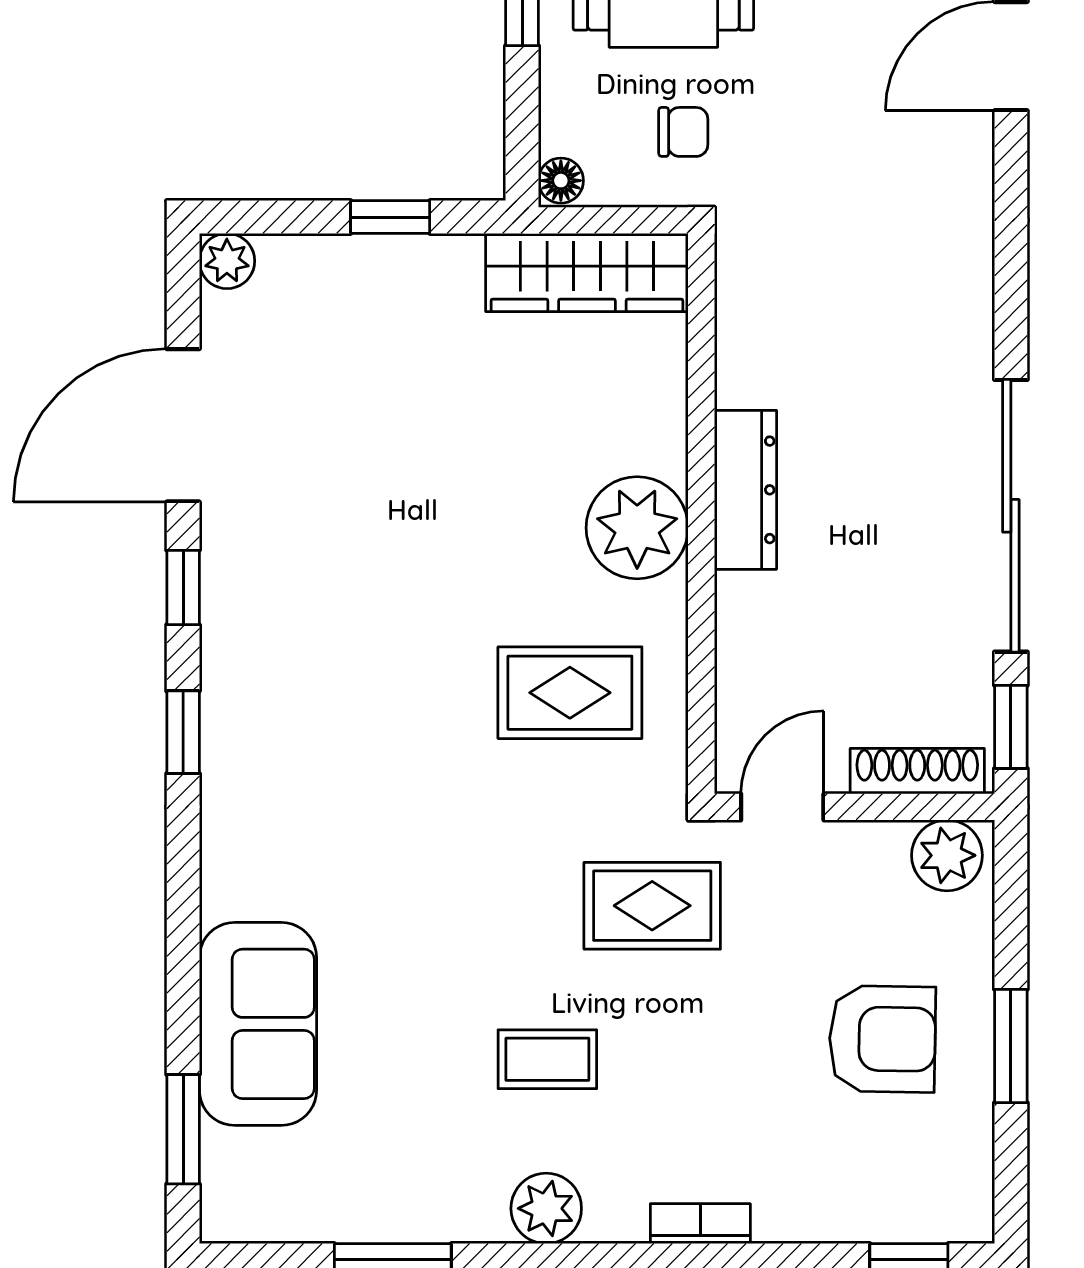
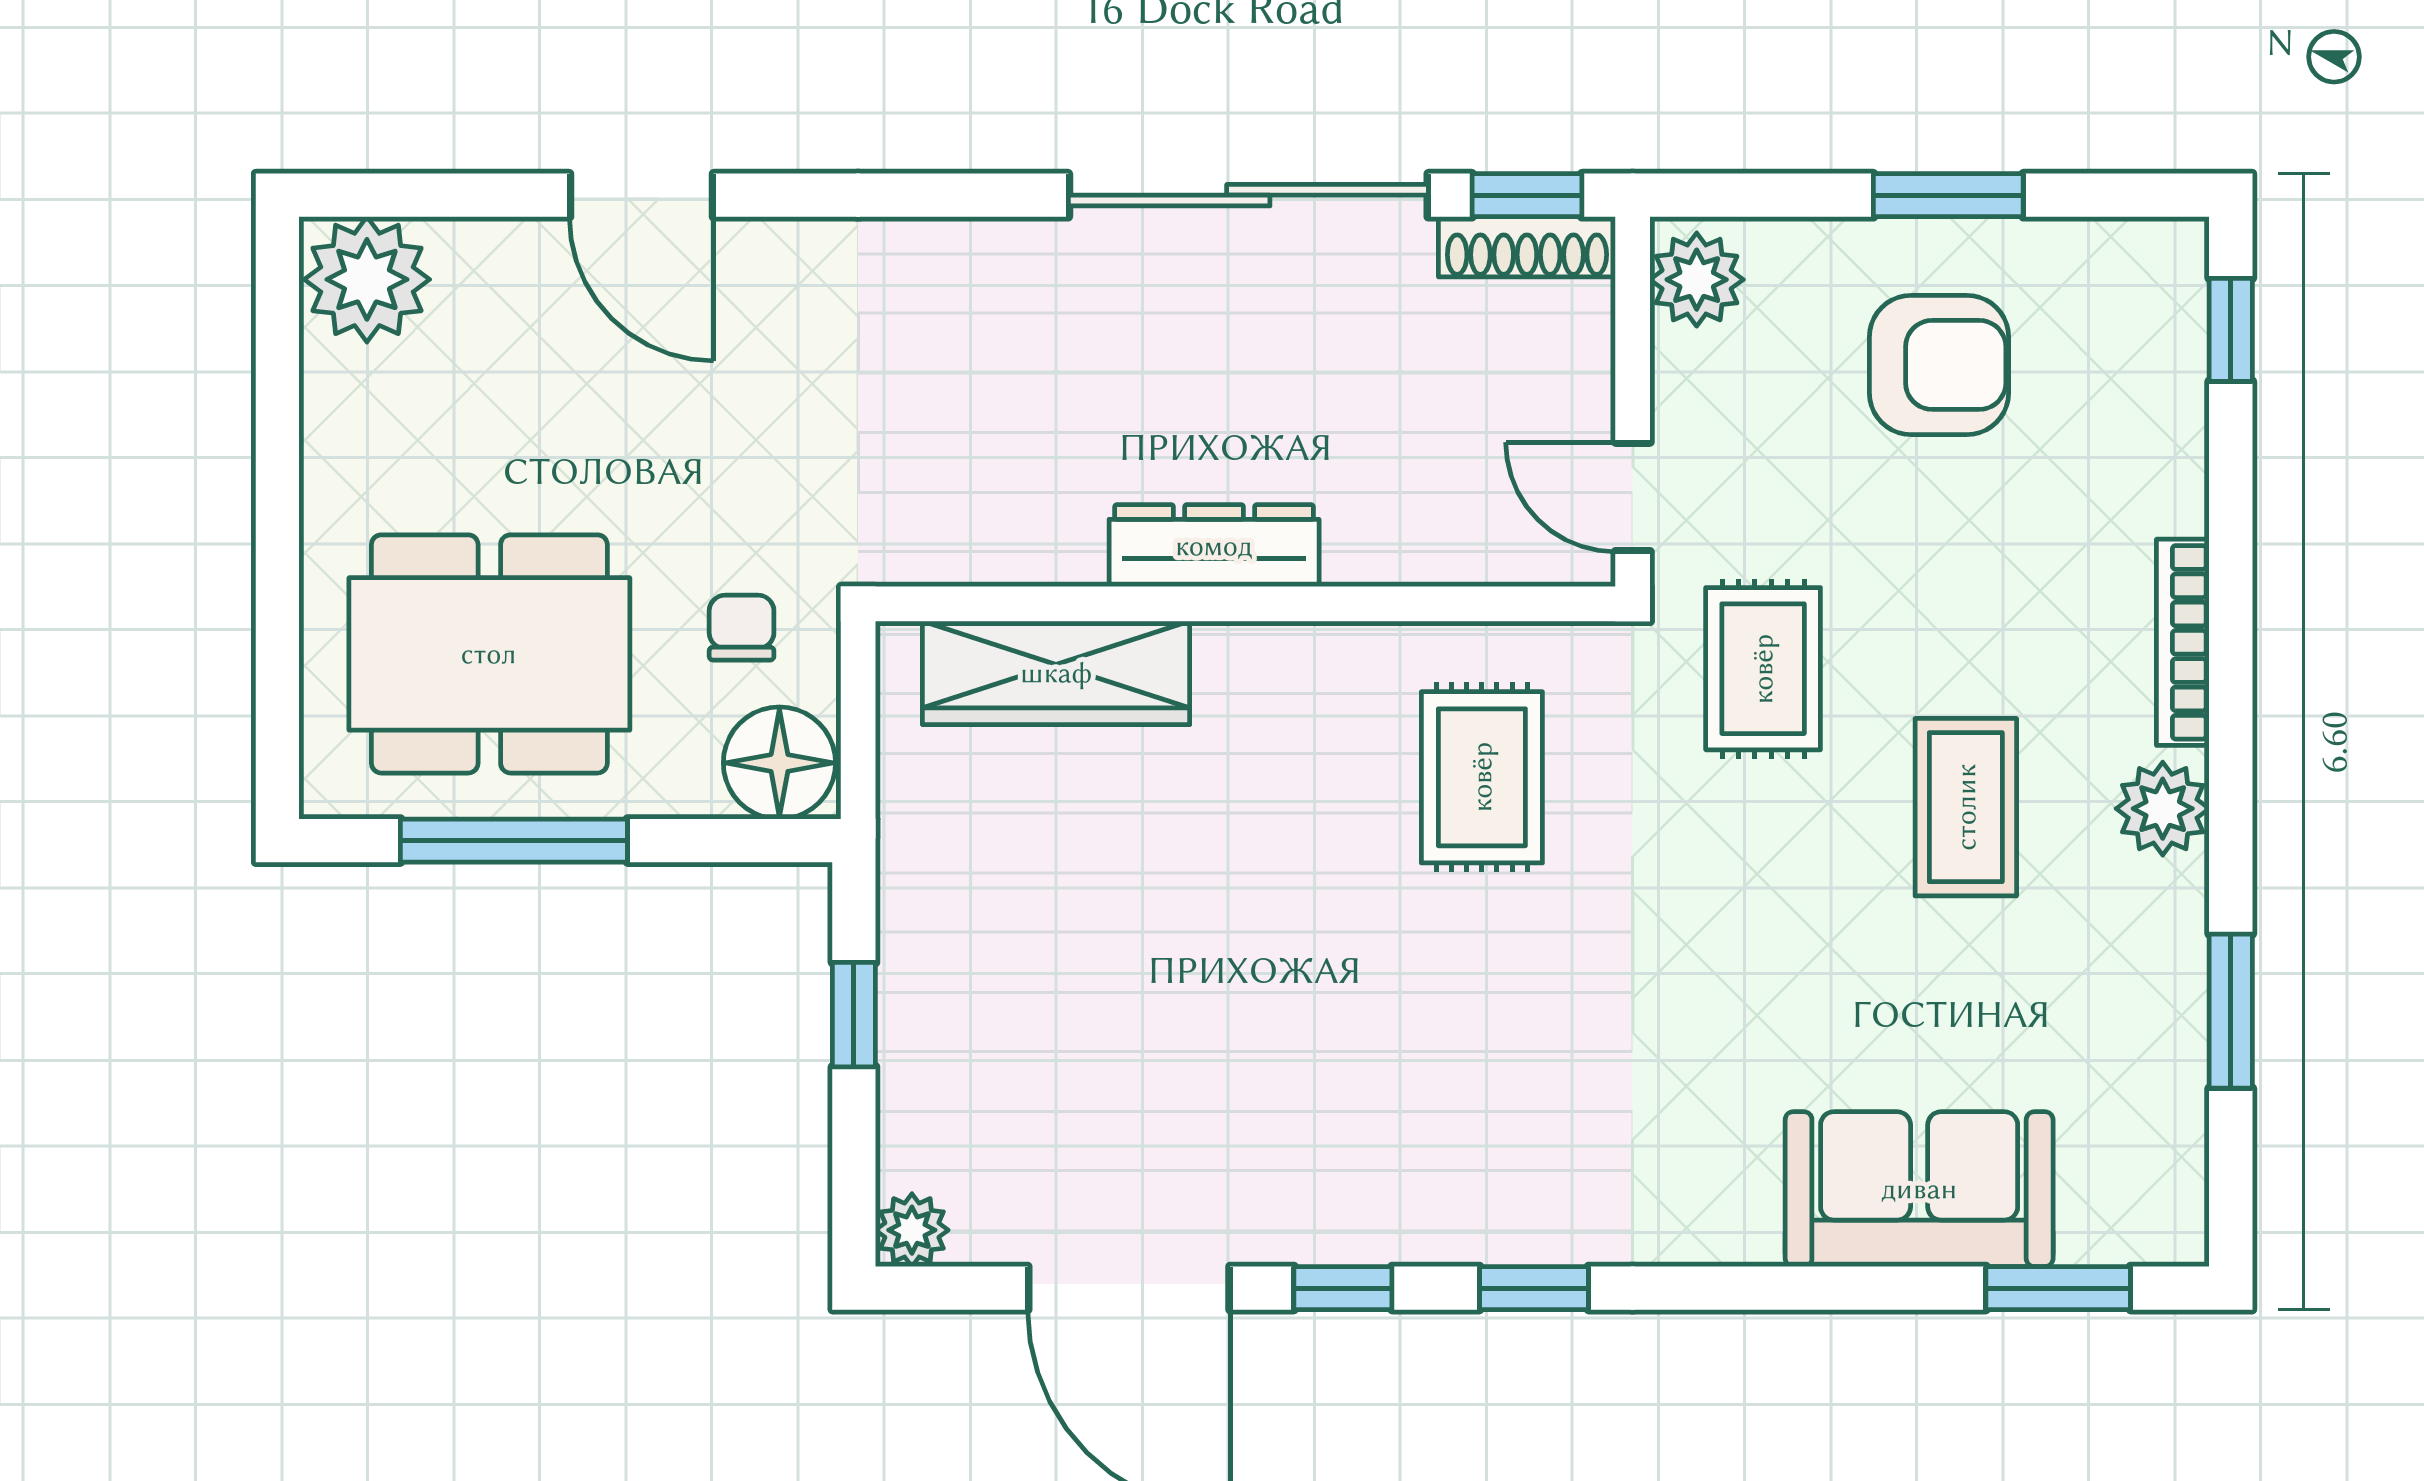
floor lamp: (561, 181) -> (779, 763), width x1.89, depth x1.89
wardrobe: (587, 272) -> (1056, 673), moved, turned 90
plant: (637, 528) -> (1264, 689), removed
shoe rack: (917, 771) -> (1527, 247), moved, turned -90
armchair: (882, 1039) -> (1939, 365), turned 89
coffee table: (547, 1059) -> (1966, 807), width x1.36, depth x1.30
bookcase: (700, 1224) -> (2183, 642), width x1.56

